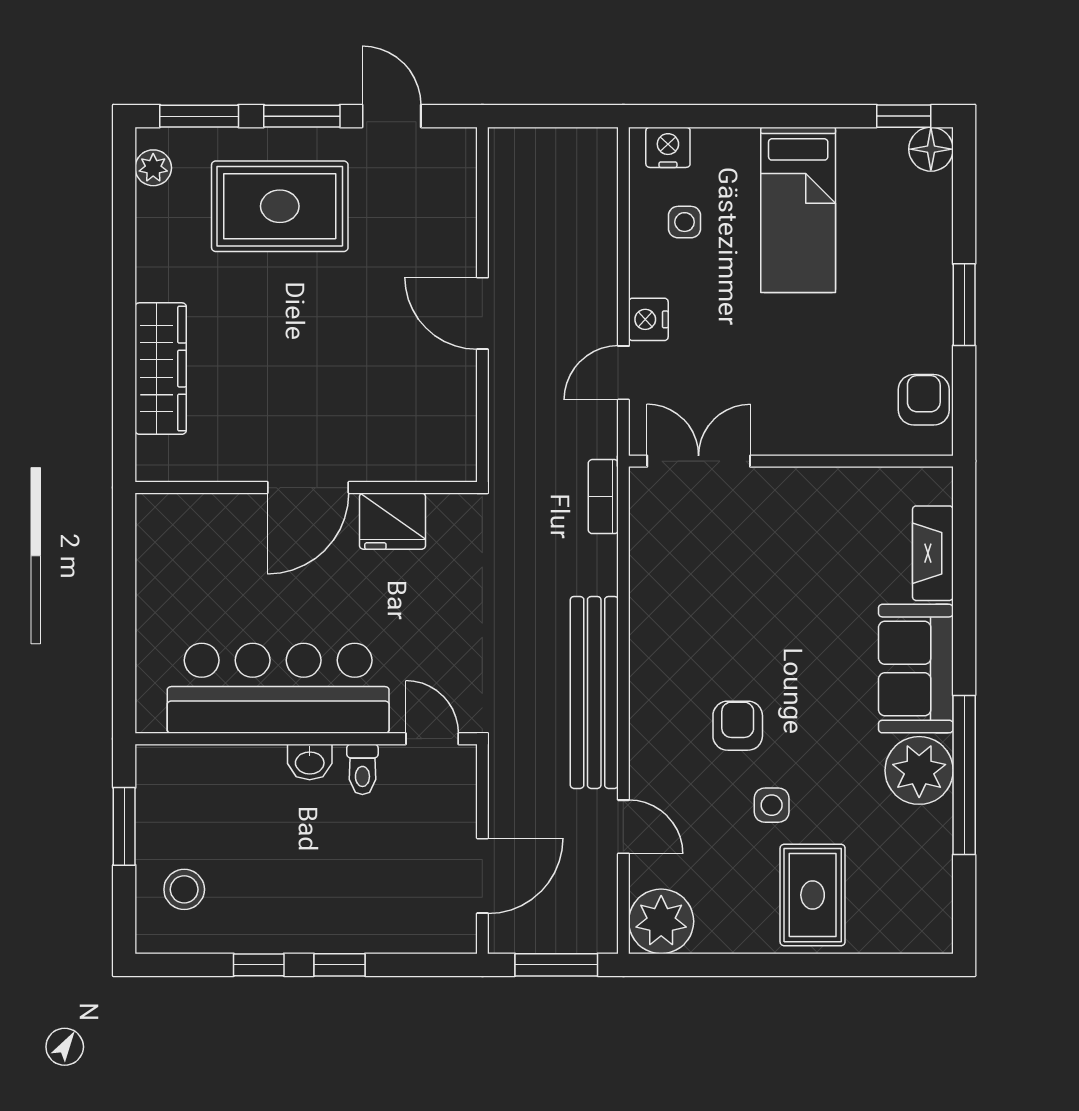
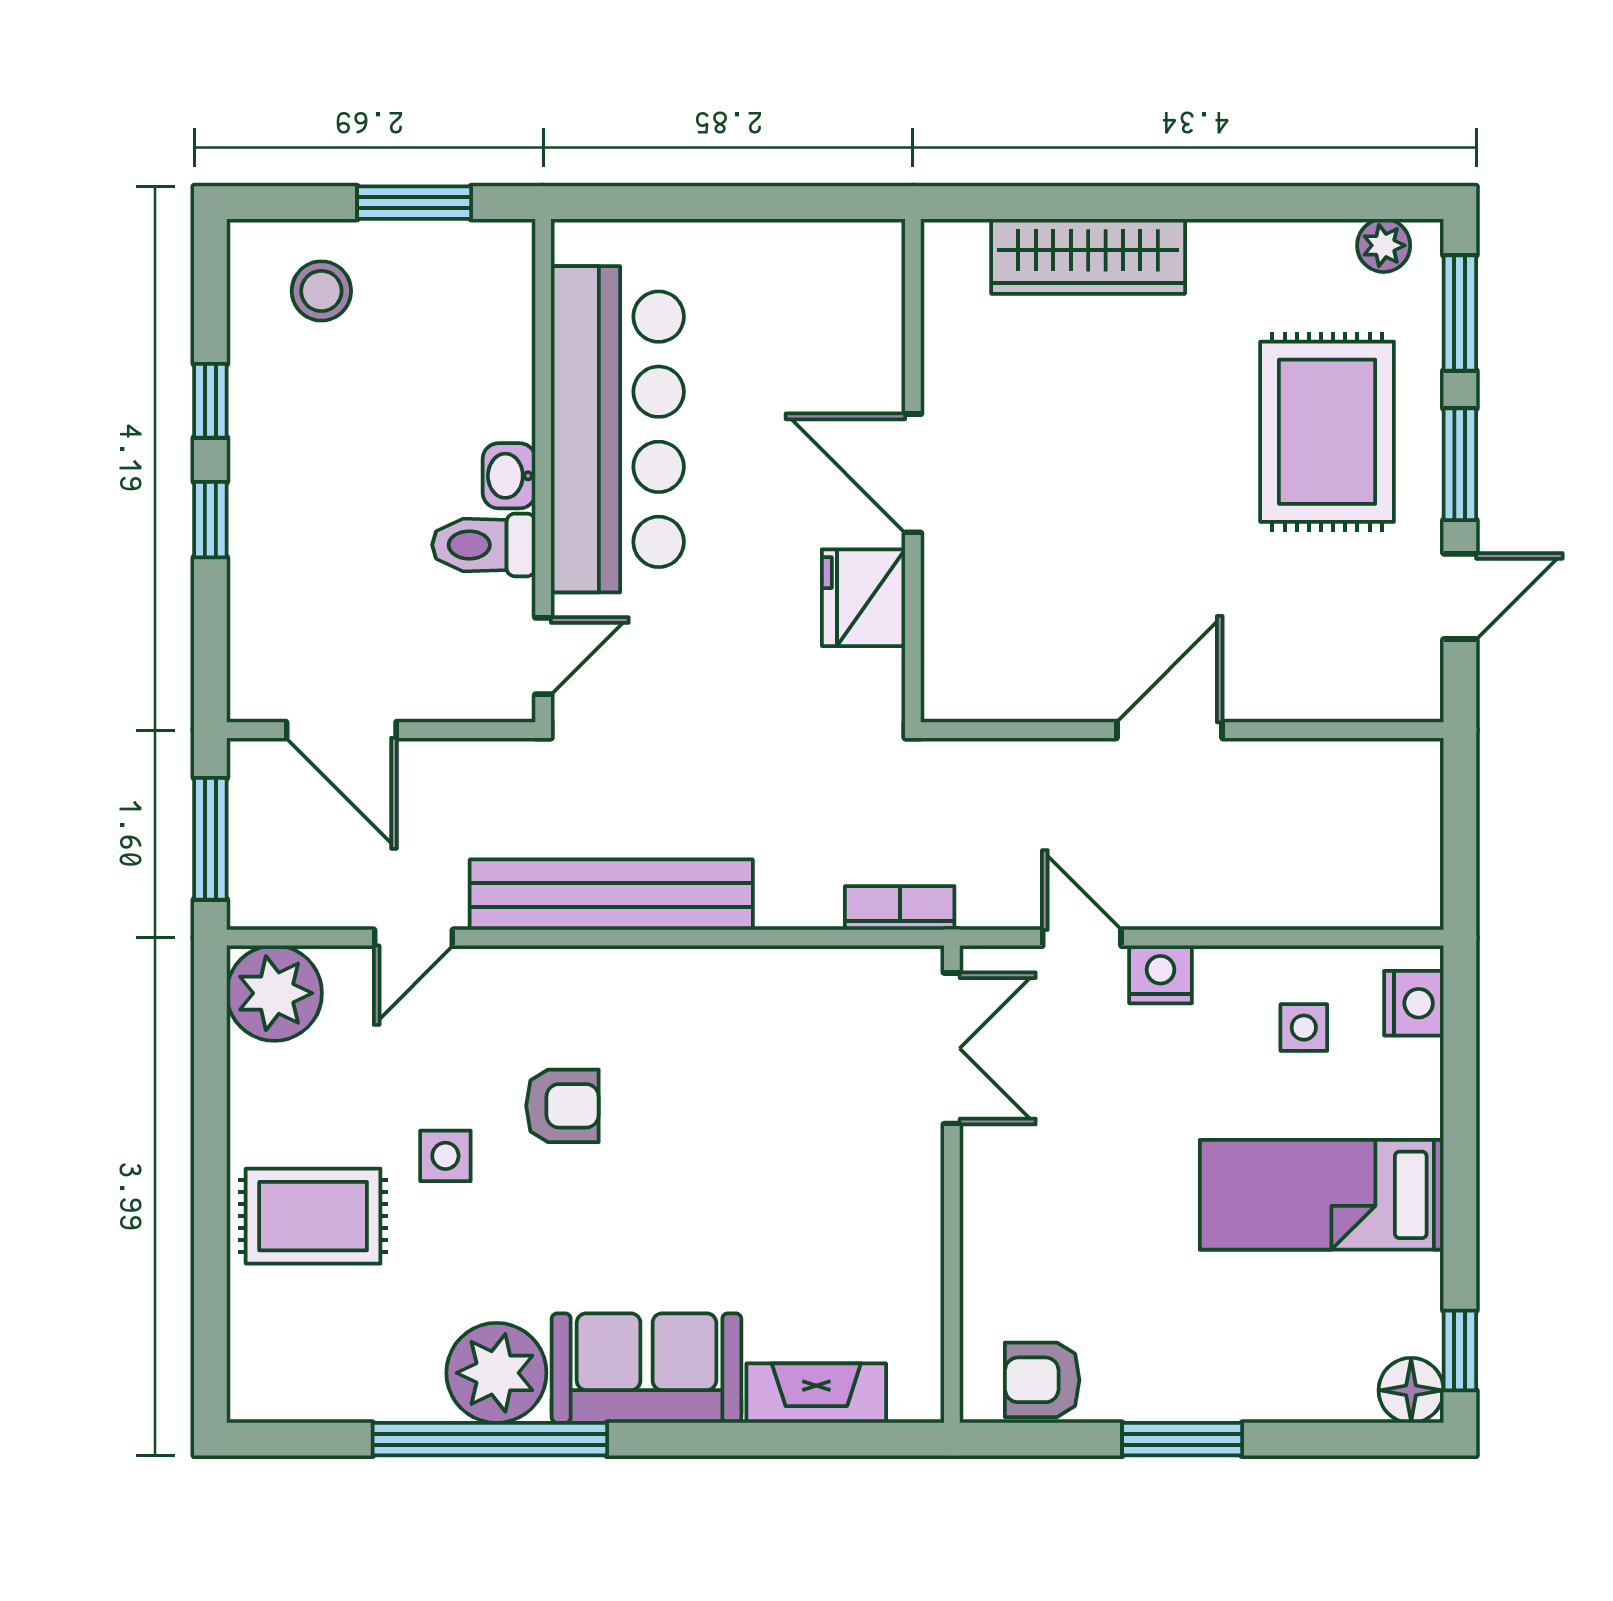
armchair: (924, 400) -> (1042, 1380), turned 180
toilet: (362, 769) -> (484, 545), width x1.37, depth x1.39

